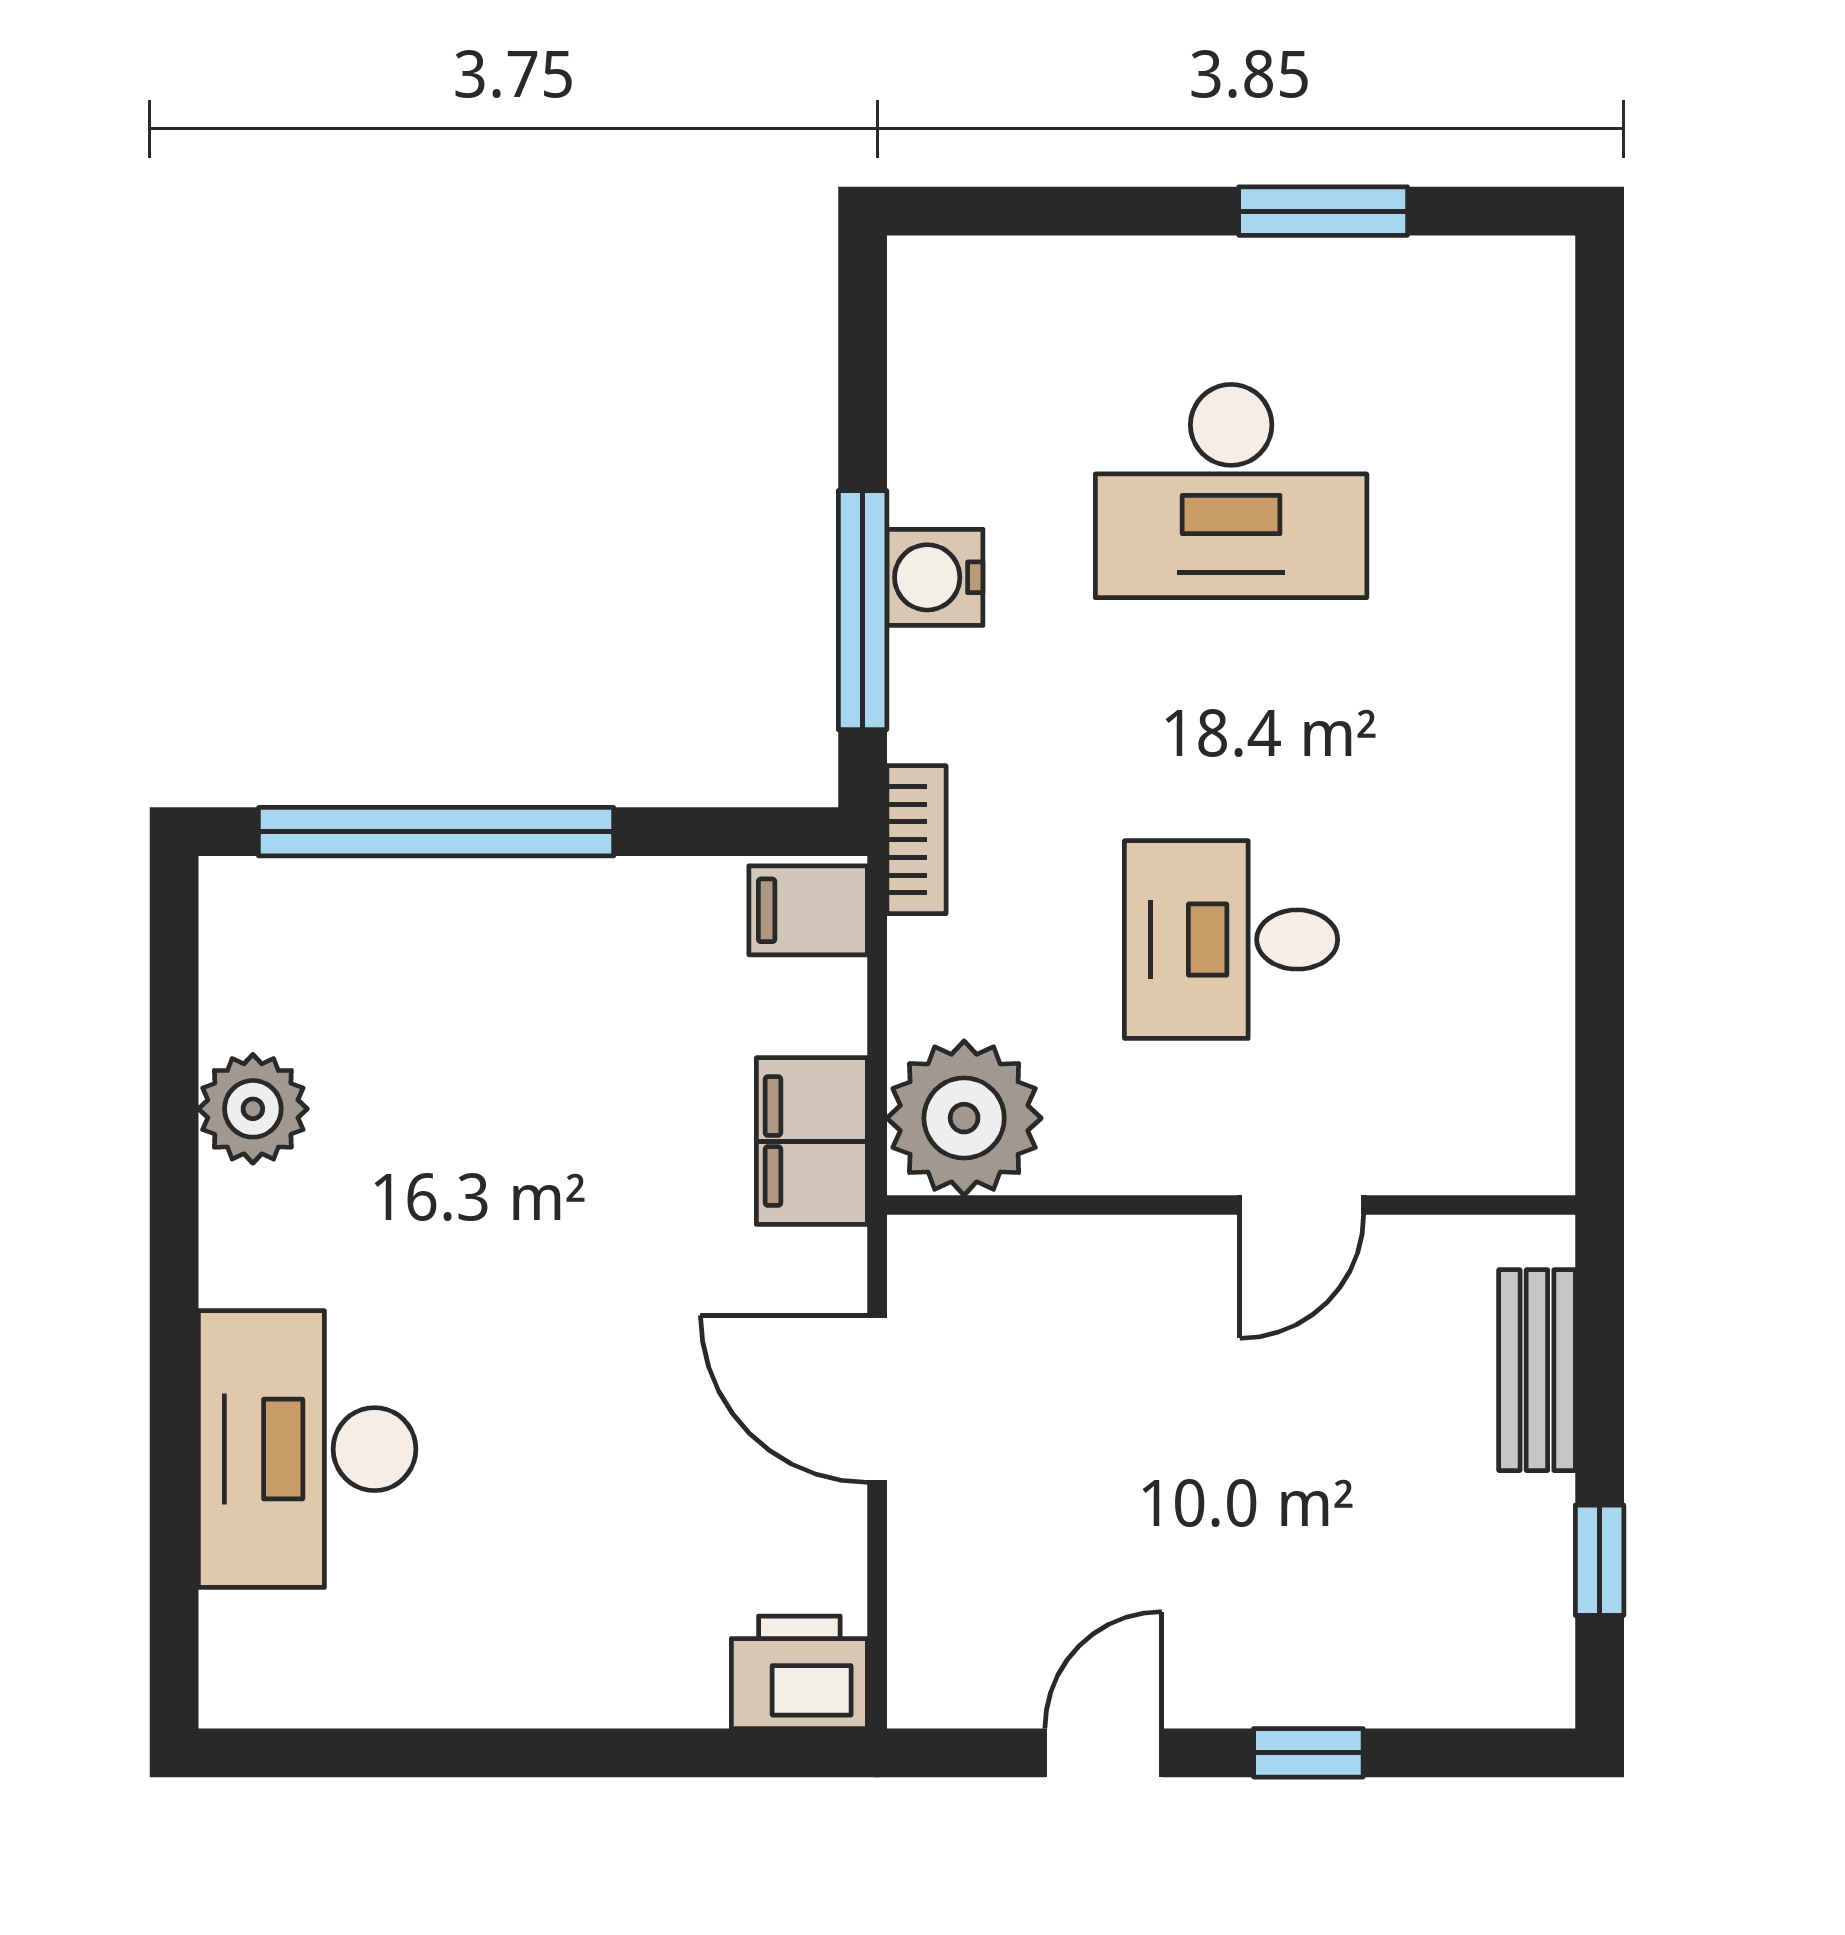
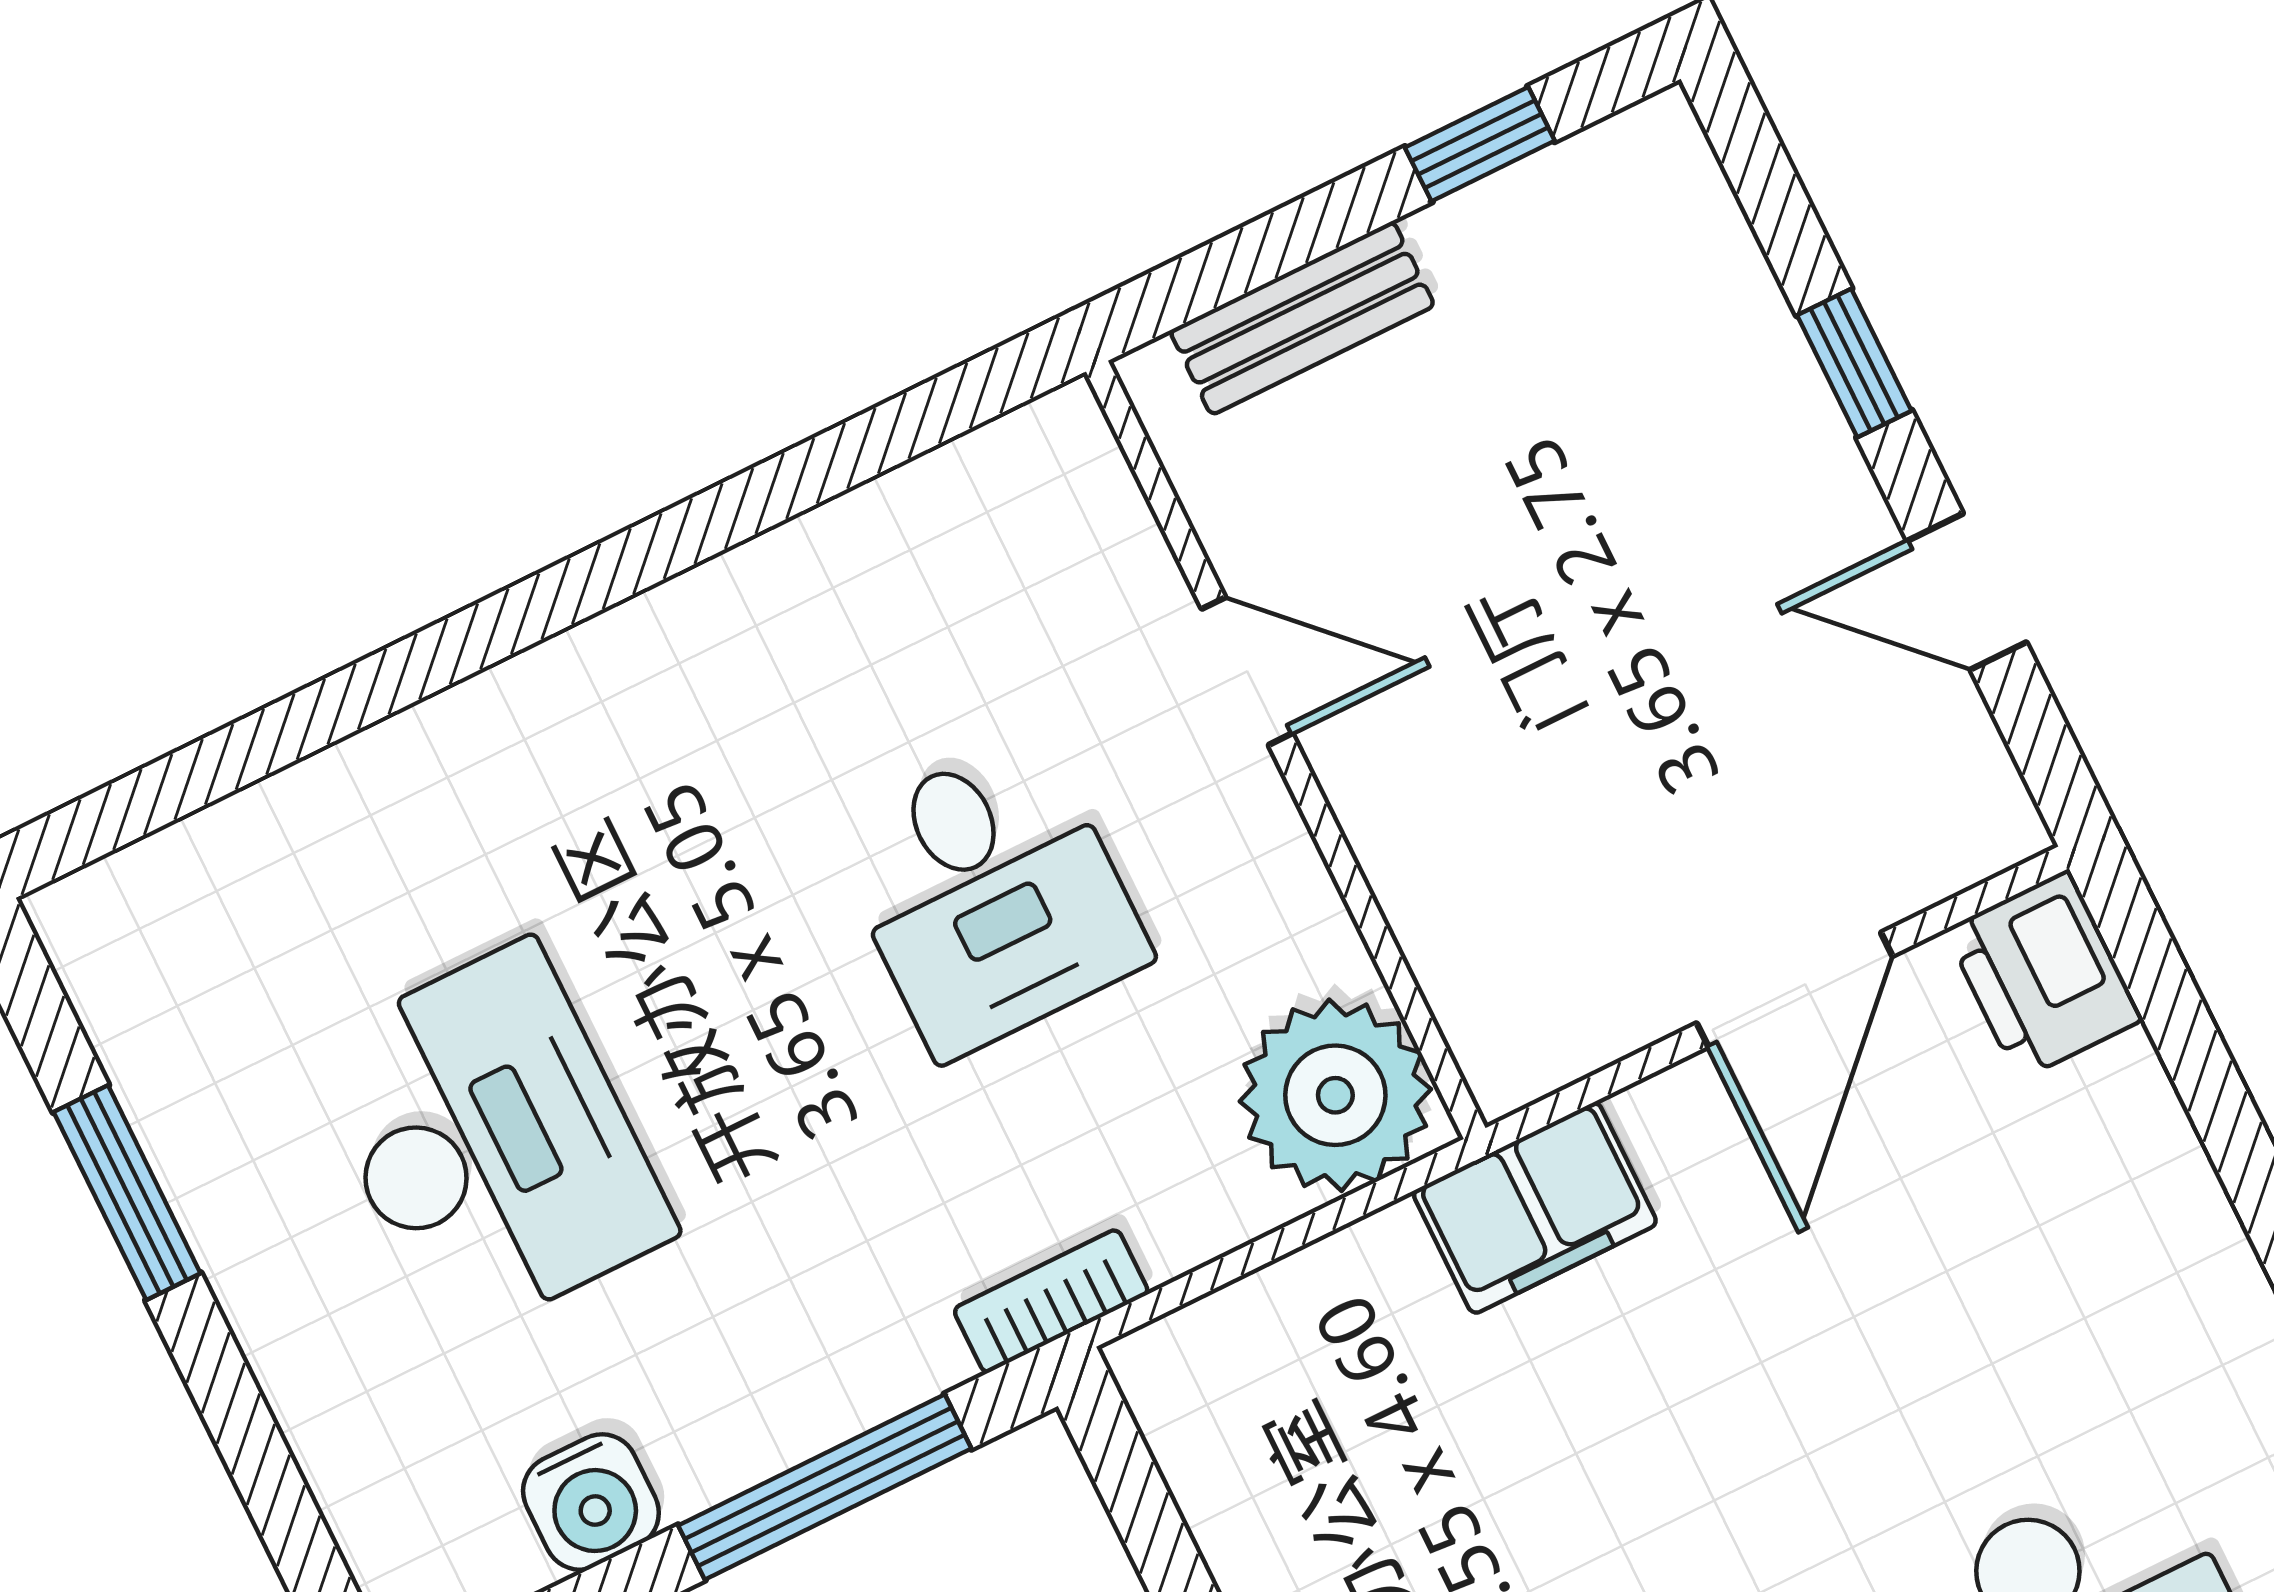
water cooler: (935, 577) -> (591, 1502), moved
filing cabinet: (808, 910) -> (1189, 1383), removed
filing cabinet: (812, 1141) -> (1535, 1208), moved
door: (877, 1399) -> (1795, 990), moved

